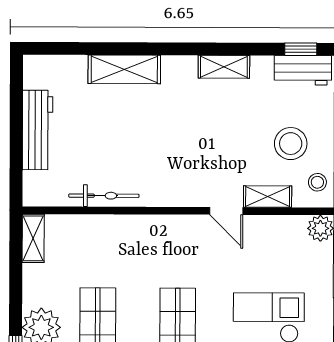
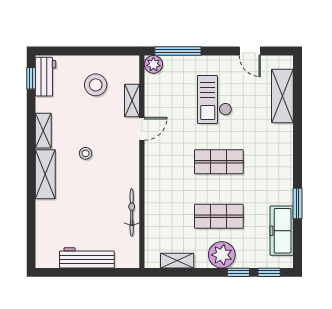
shelving: (124, 69) -> (45, 174), moved
stool: (317, 182) -> (86, 153), moved
shelving: (33, 238) -> (177, 261), moved

